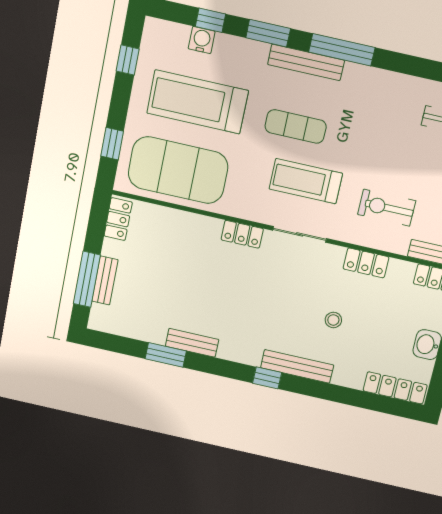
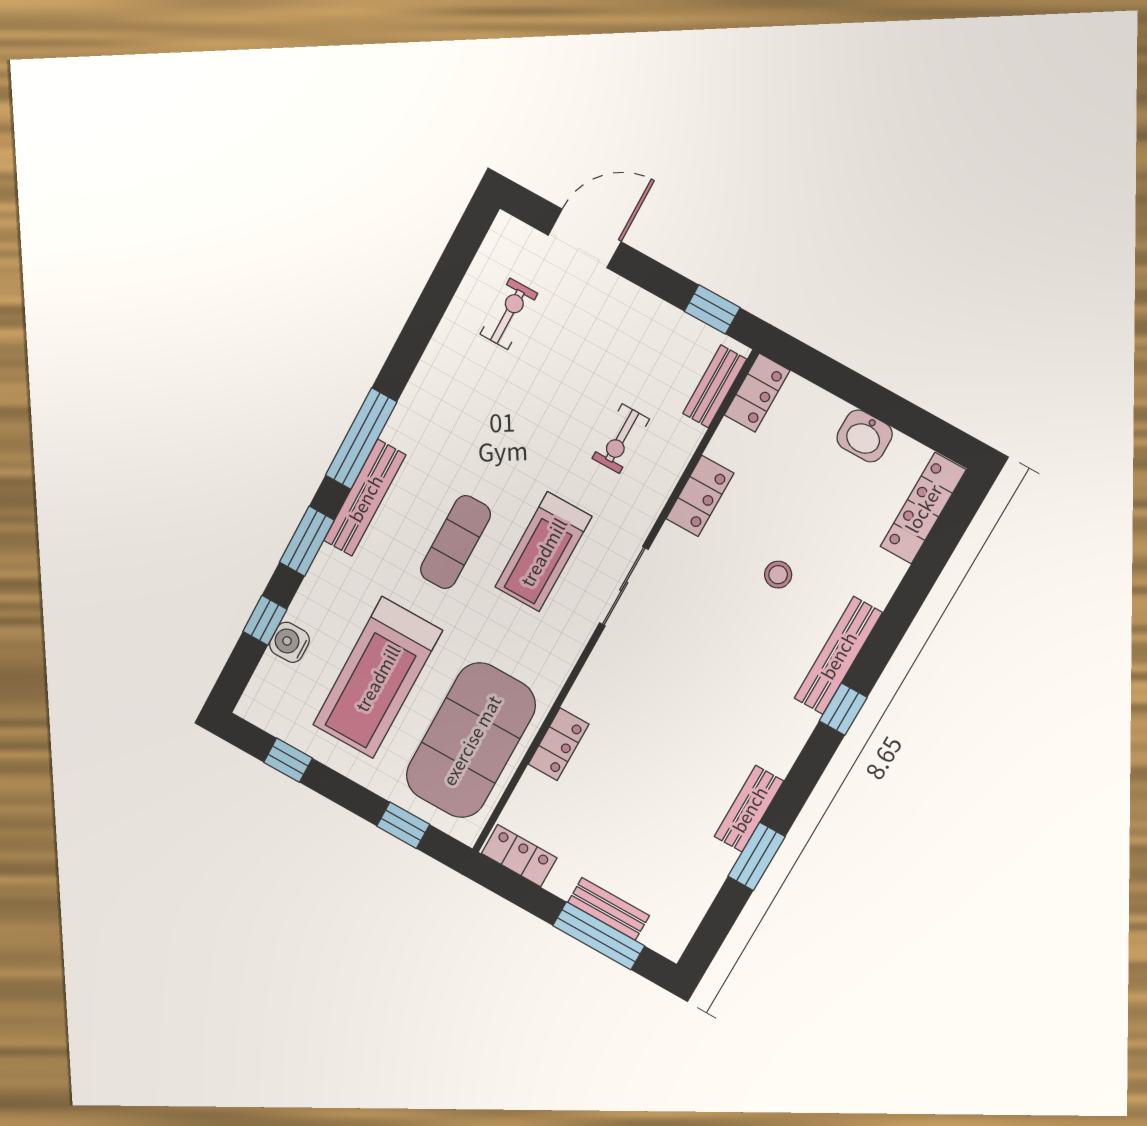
exercise bike: (387, 208) -> (621, 439), width x0.73, depth x0.72
locker: (242, 234) -> (559, 744), moved

